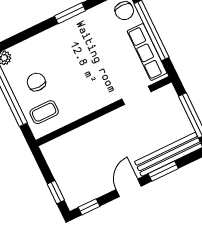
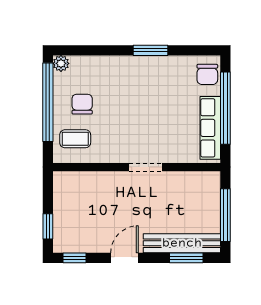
doorway: (136, 95) -> (146, 167), moved
window: (163, 171) -> (186, 258), moved

